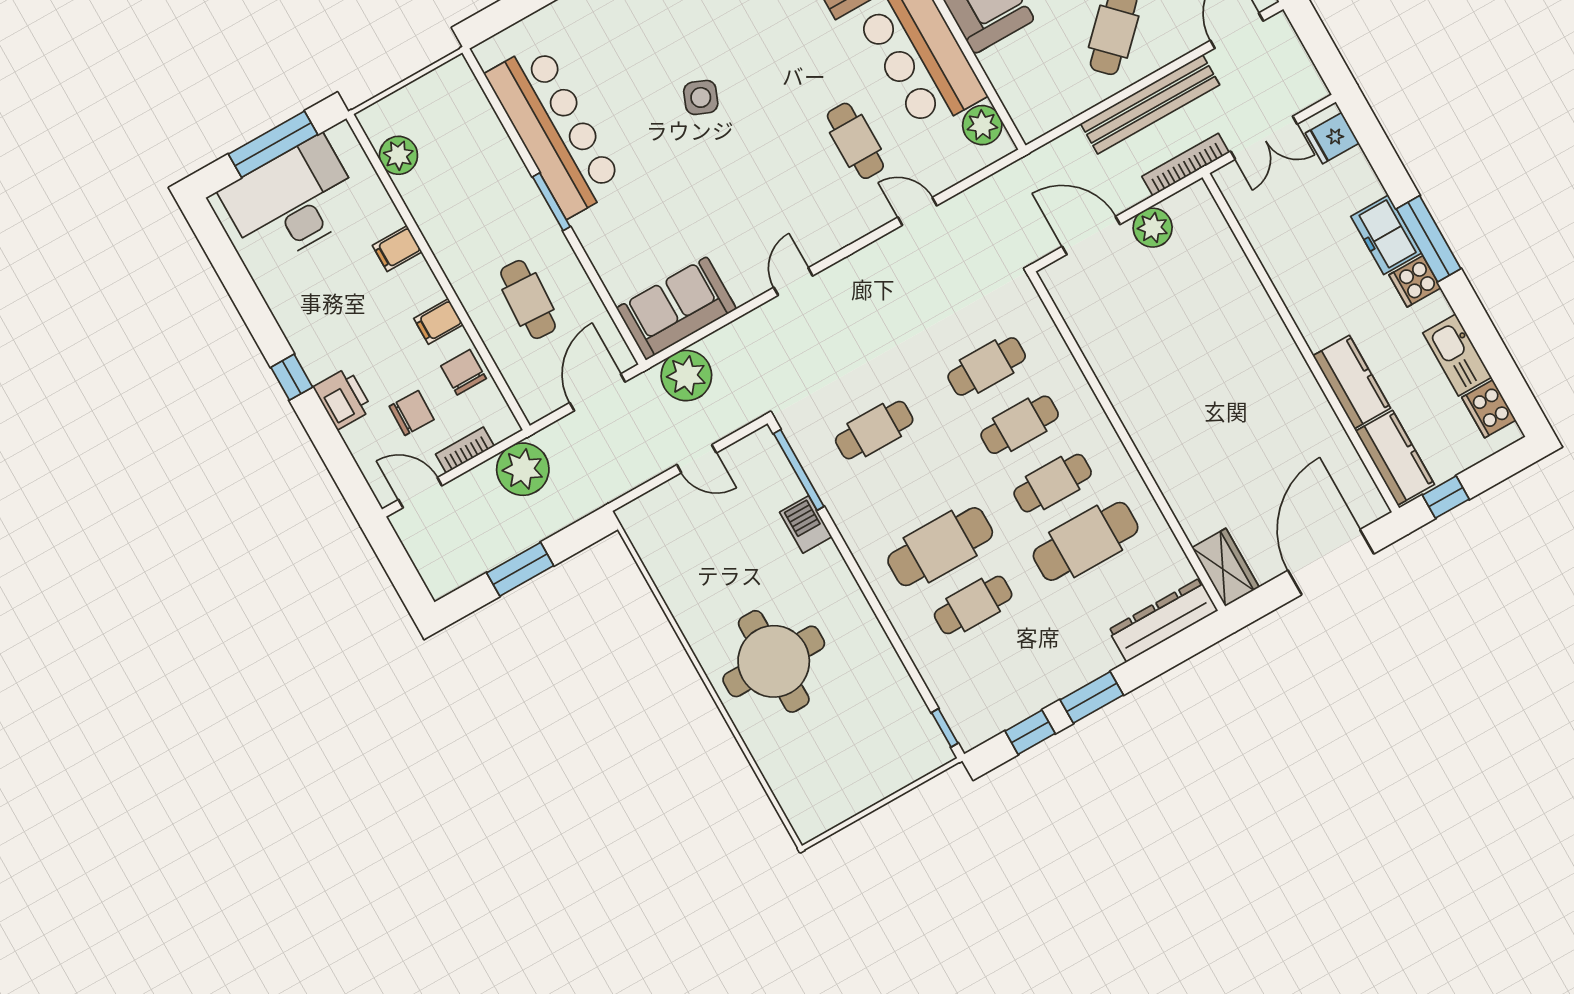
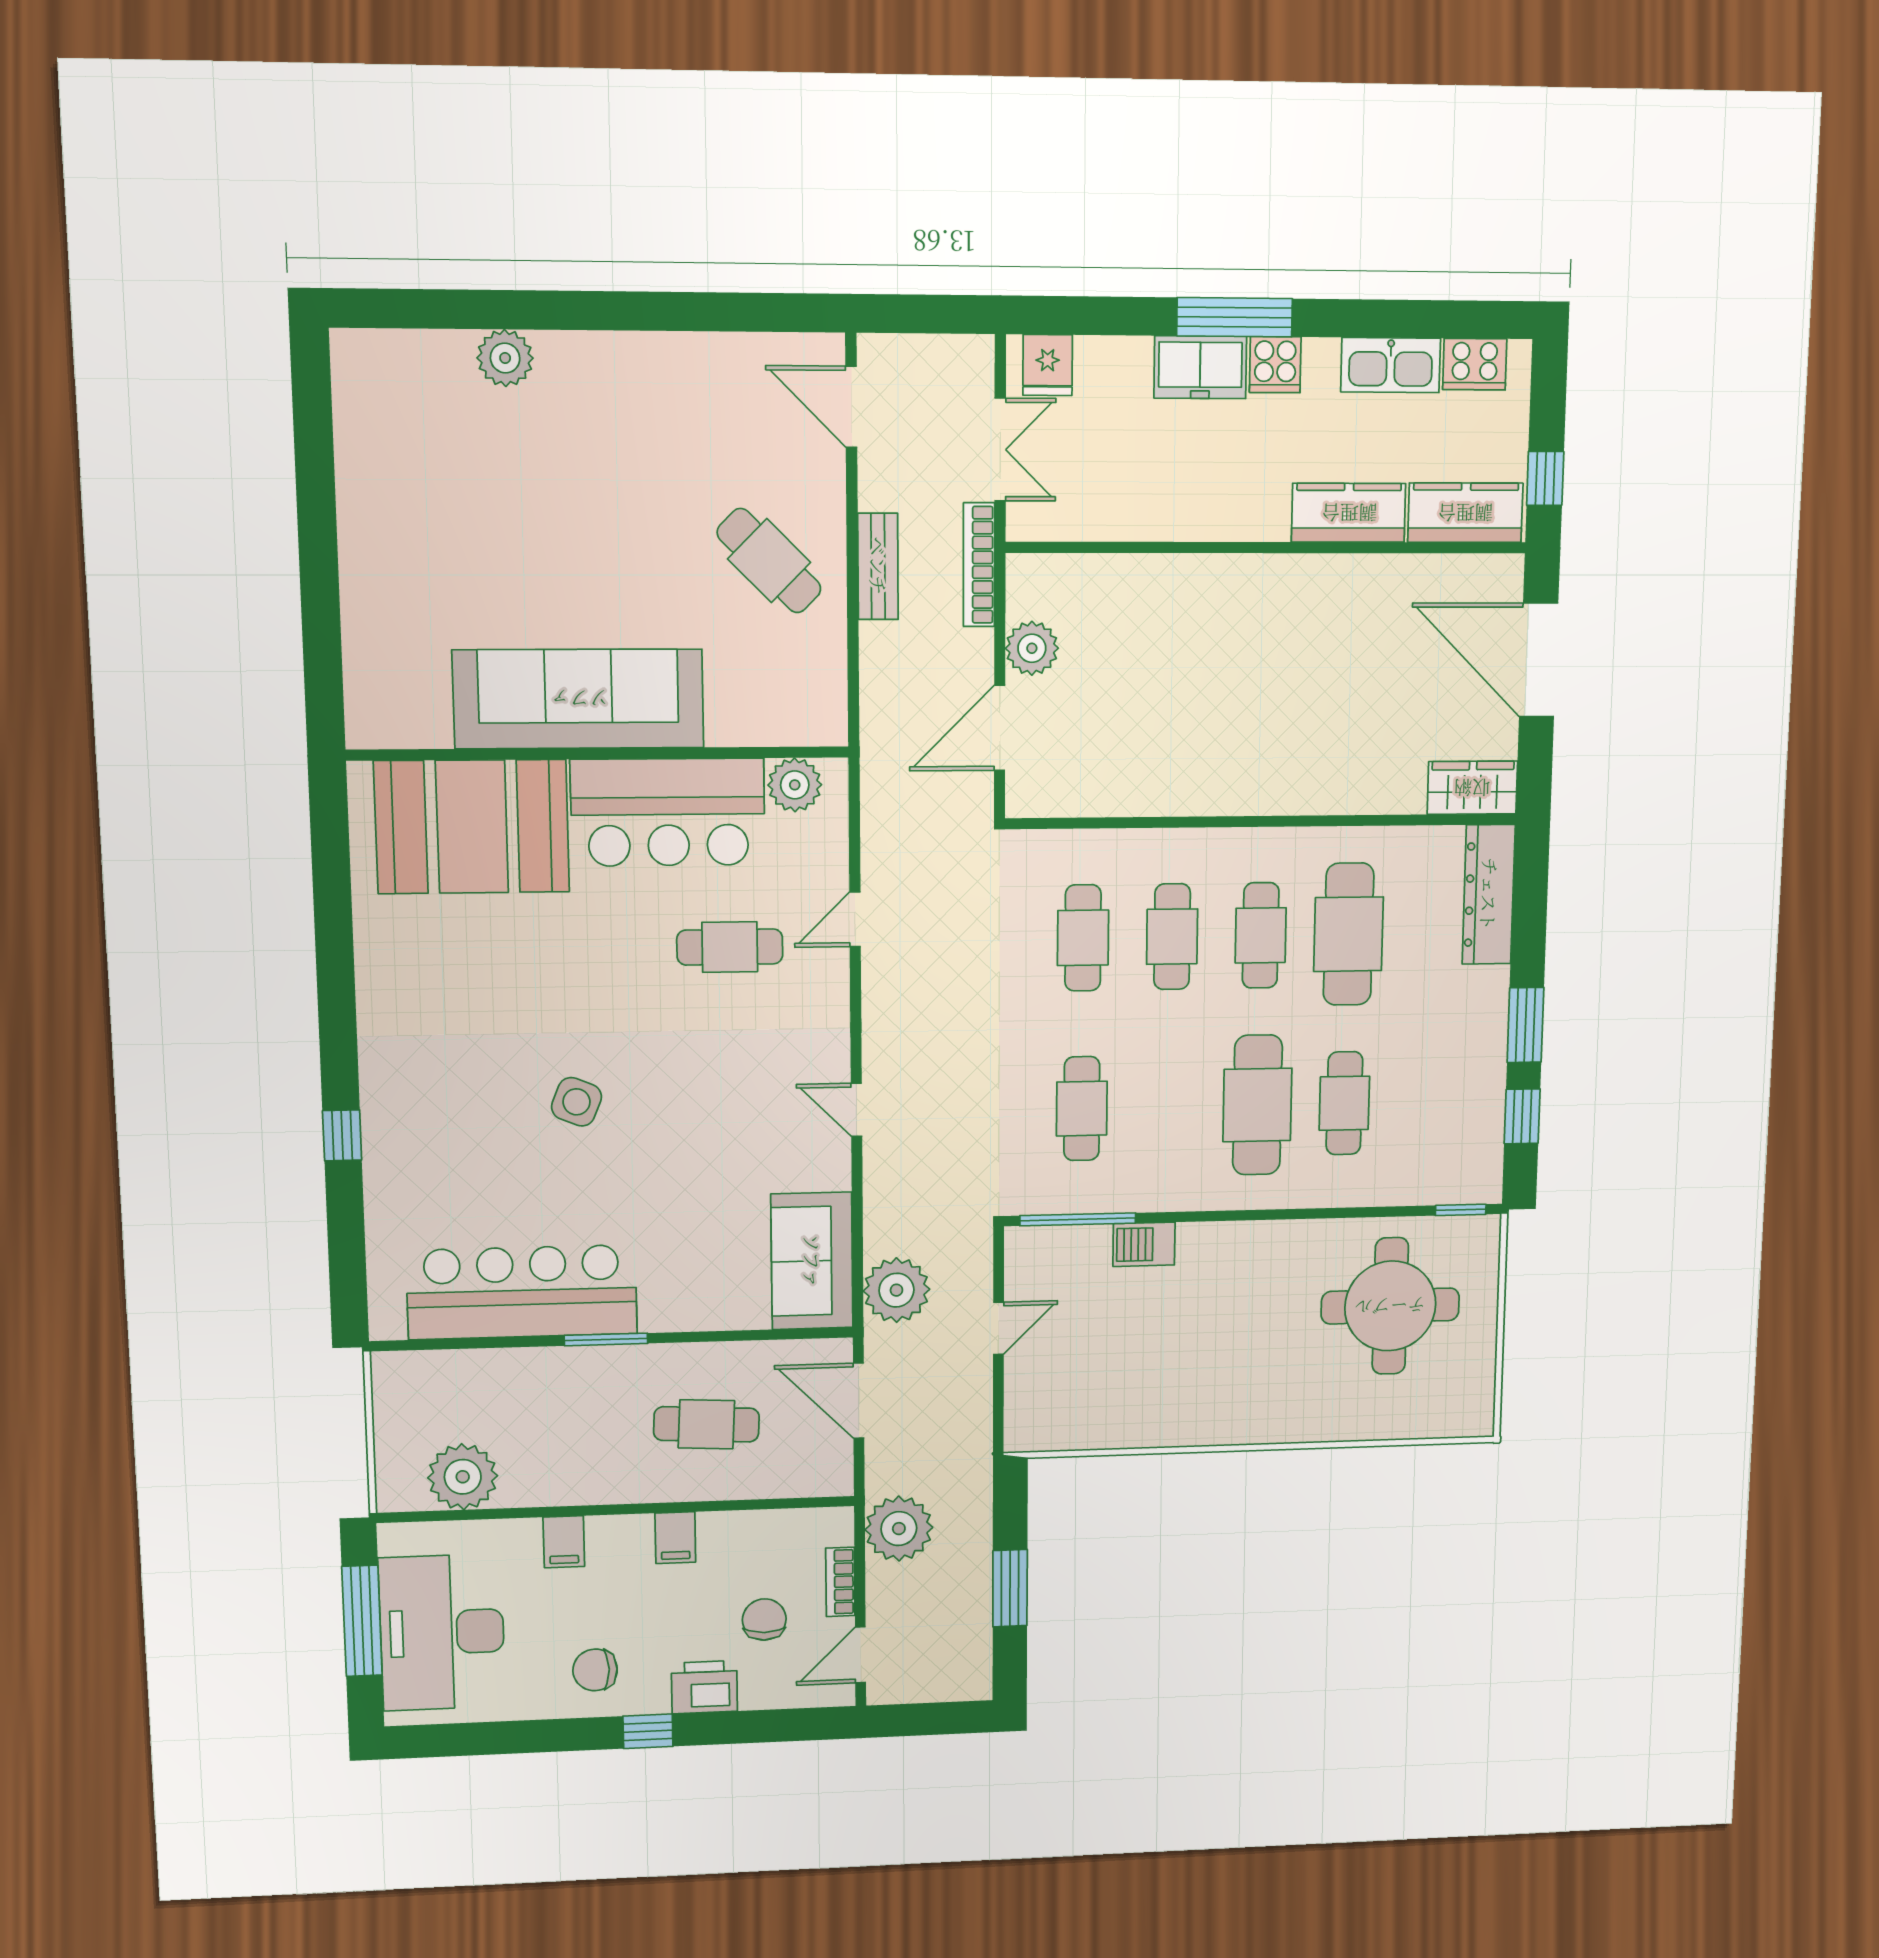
bench: (1150, 104) -> (878, 566), width x0.54, depth x0.82
plant: (398, 155) -> (463, 1477), width x1.36, depth x1.36
chair: (464, 372) -> (595, 1670), moved
round table: (774, 661) -> (1390, 1306), moved

